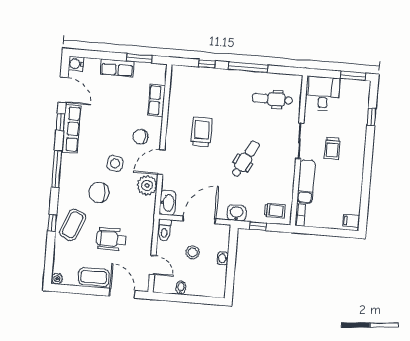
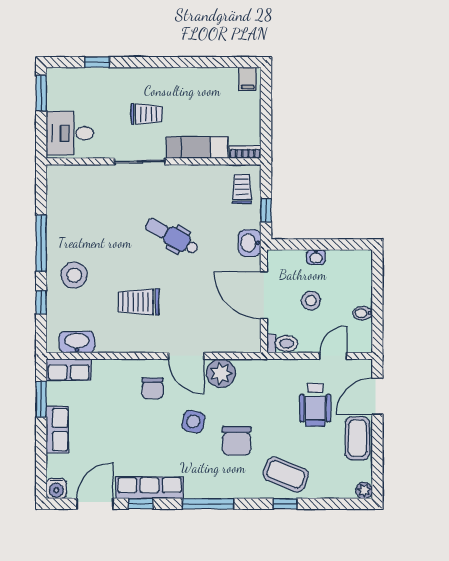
stool: (224, 89) -> (74, 275), added
dental chair: (272, 99) -> (84, 205), removed
row of seats: (157, 100) -> (69, 370), moved
washbasin: (168, 203) -> (77, 342), moved
wheelchair: (111, 239) -> (315, 405), moved

